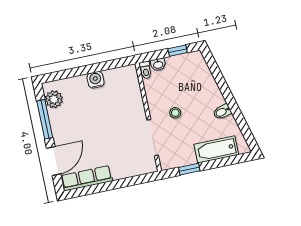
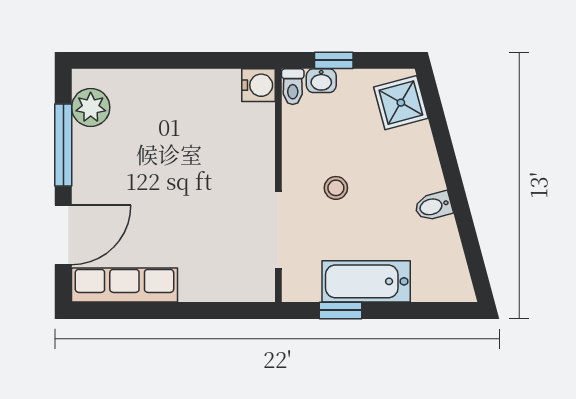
window: (178, 51) -> (334, 60), moved
shower: (197, 67) -> (401, 103), added
water cooler: (96, 80) -> (259, 85), moved, turned 90
bathtub: (216, 149) -> (366, 281), moved

